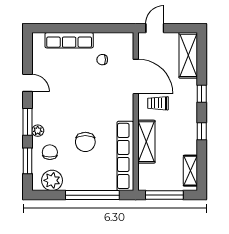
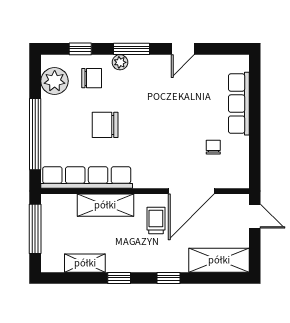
window: (28, 161) -> (80, 49), width x0.67
shelving: (190, 171) -> (85, 263), moved

